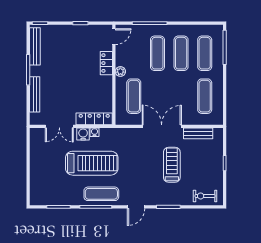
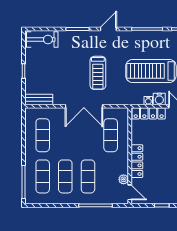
door: (114, 37) -> (130, 192), swing flipped
locker: (106, 63) -> (137, 161), width x1.53
plant: (120, 71) -> (124, 179), moved
bench: (198, 133) -> (39, 100), moved
treadmill: (172, 165) -> (98, 73), moved
exercise mat: (101, 194) -> (142, 42), removed
exercise bike: (205, 196) -> (42, 39), width x1.38, depth x1.39

